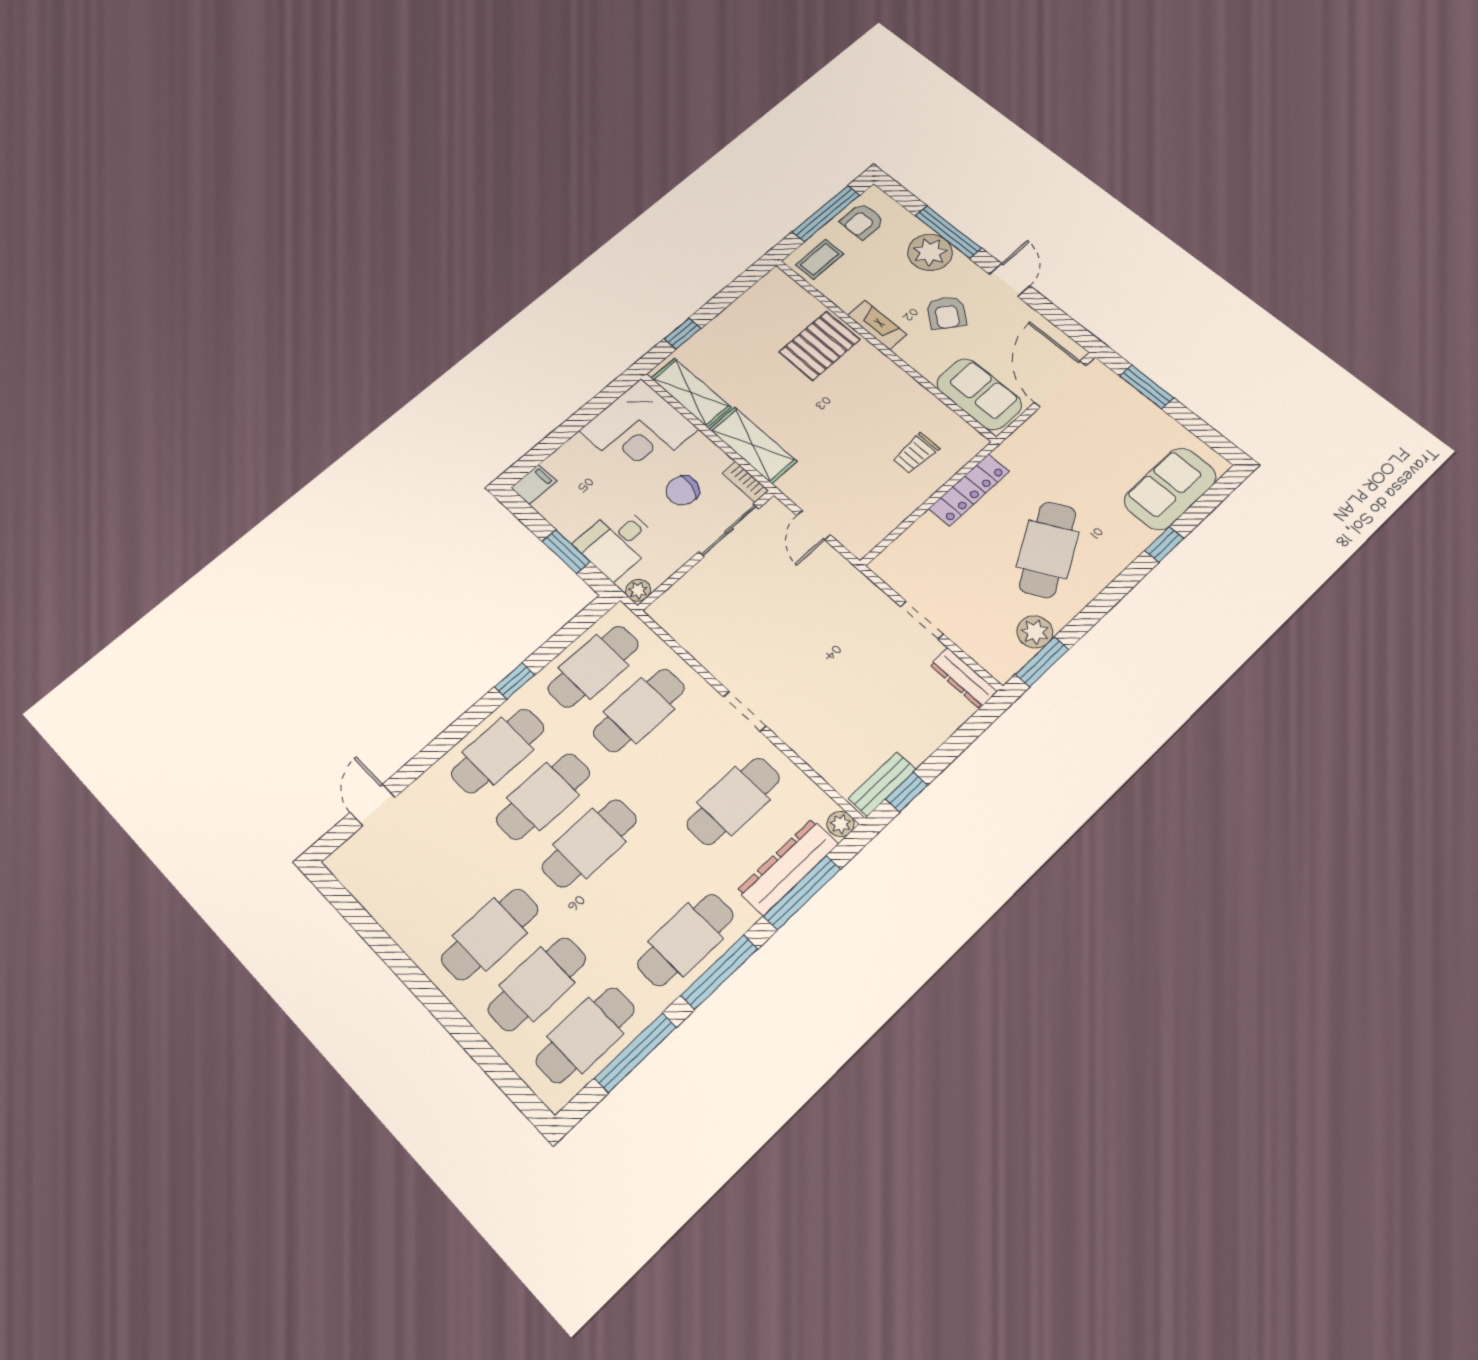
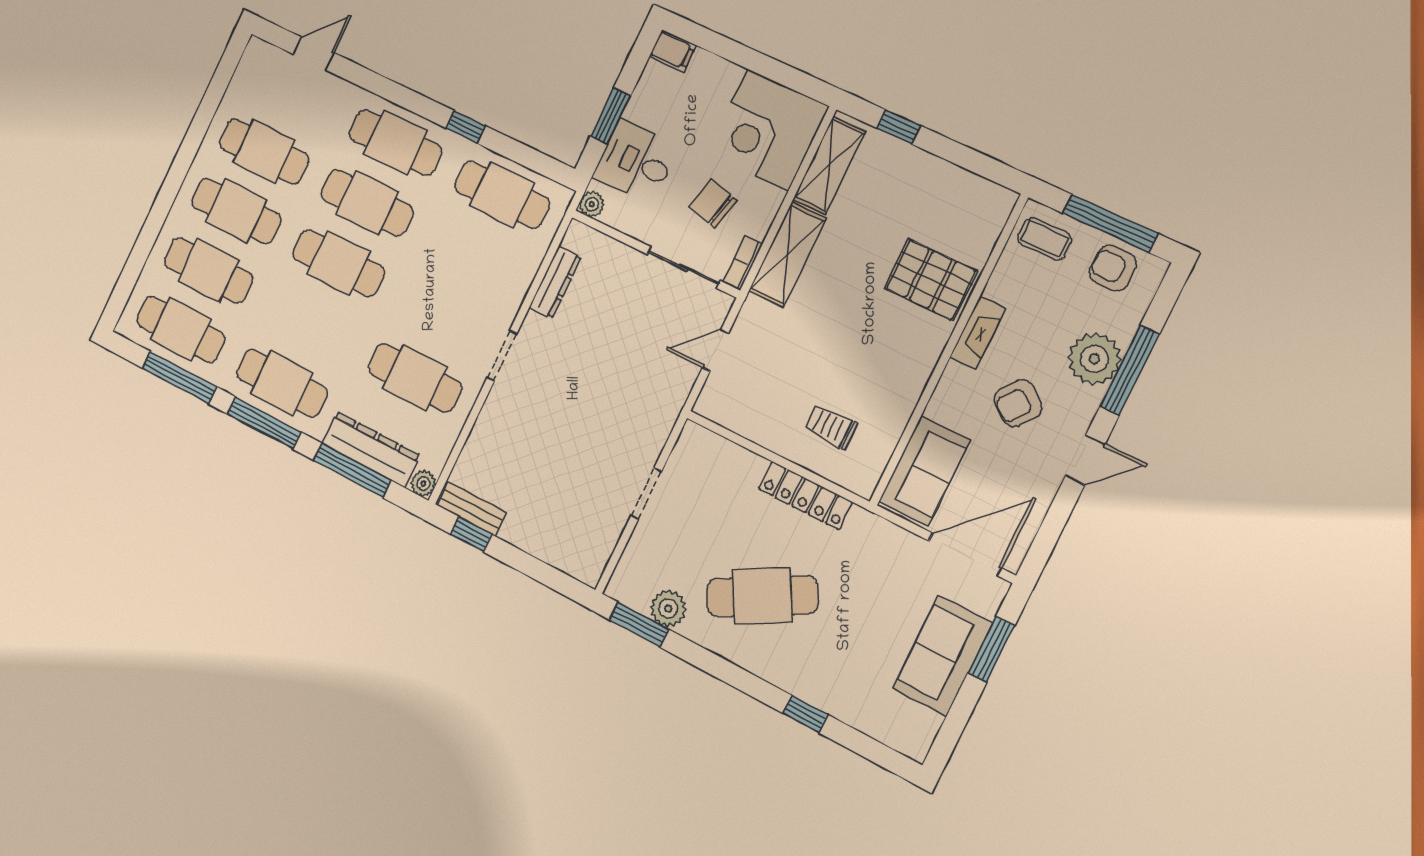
sofa: (1170, 489) -> (942, 656), moved, turned -90
dresser: (963, 678) -> (555, 282), moved, turned 180
cafe table: (639, 710) -> (264, 151), moved

